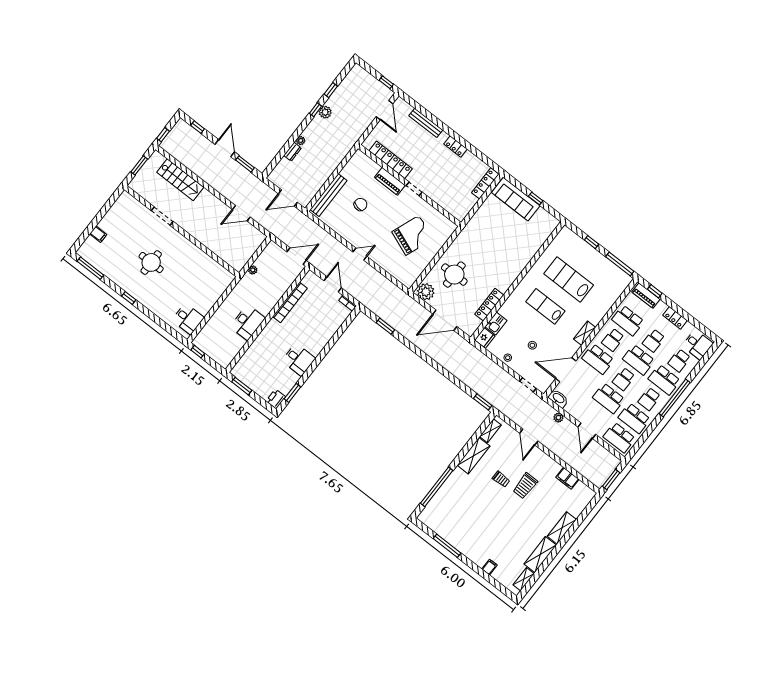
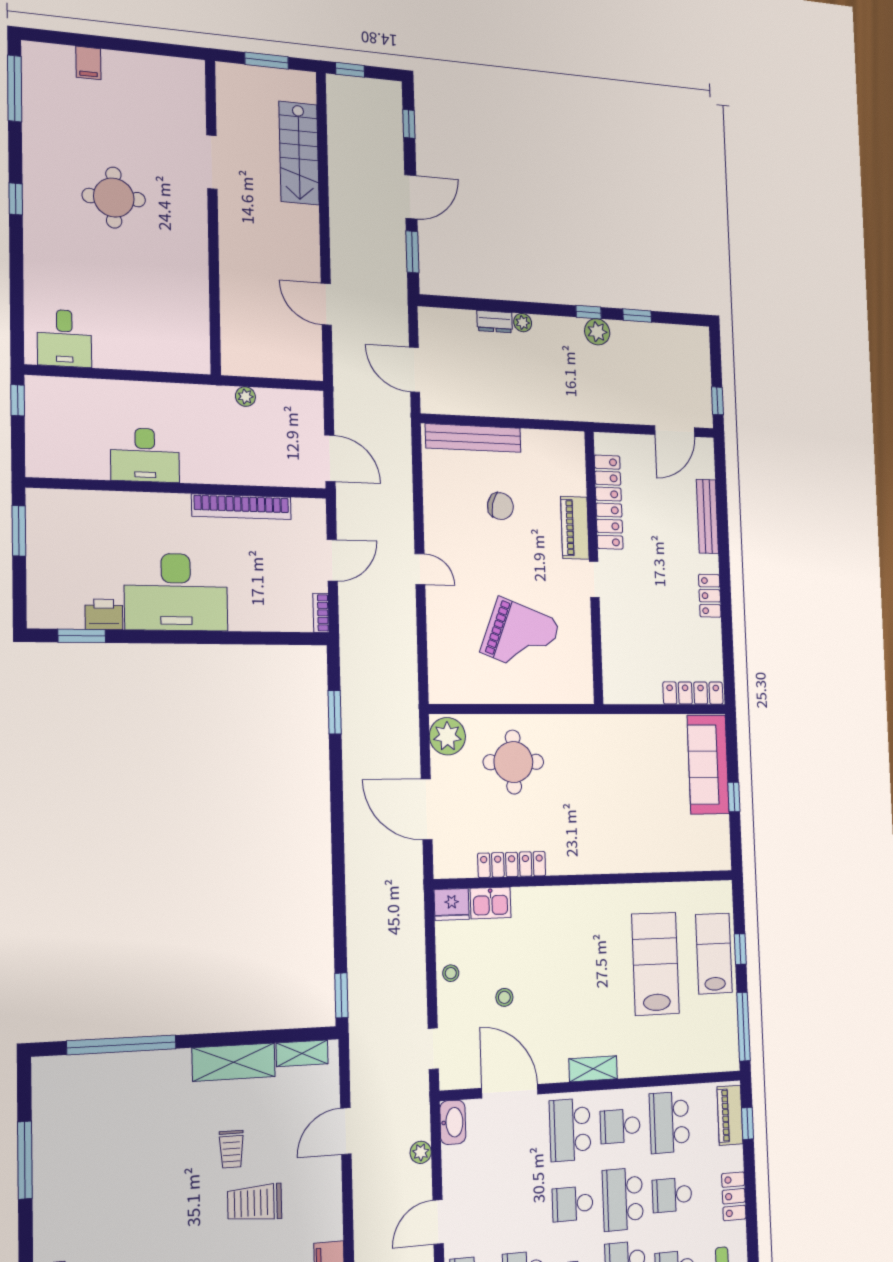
lab bench: (545, 306) -> (714, 954), moved
desk: (299, 360) -> (176, 592), width x1.87, depth x1.30
school desk: (609, 398) -> (521, 1208), removed
printer: (276, 399) -> (104, 614), moved

